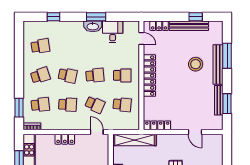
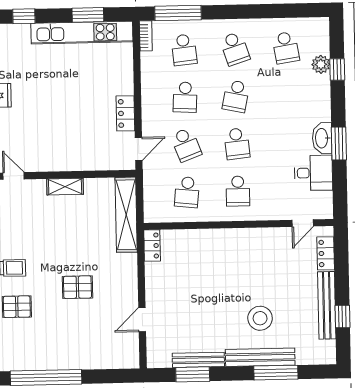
plant: (50, 26) -> (321, 64), added
locker: (149, 76) -> (239, 238), removed
school desk: (95, 105) -> (186, 145), turned -45
window: (19, 108) -> (178, 13), width x1.44
locker: (157, 125) -> (152, 246), width x0.66
locker: (65, 139) -> (125, 113), moved

